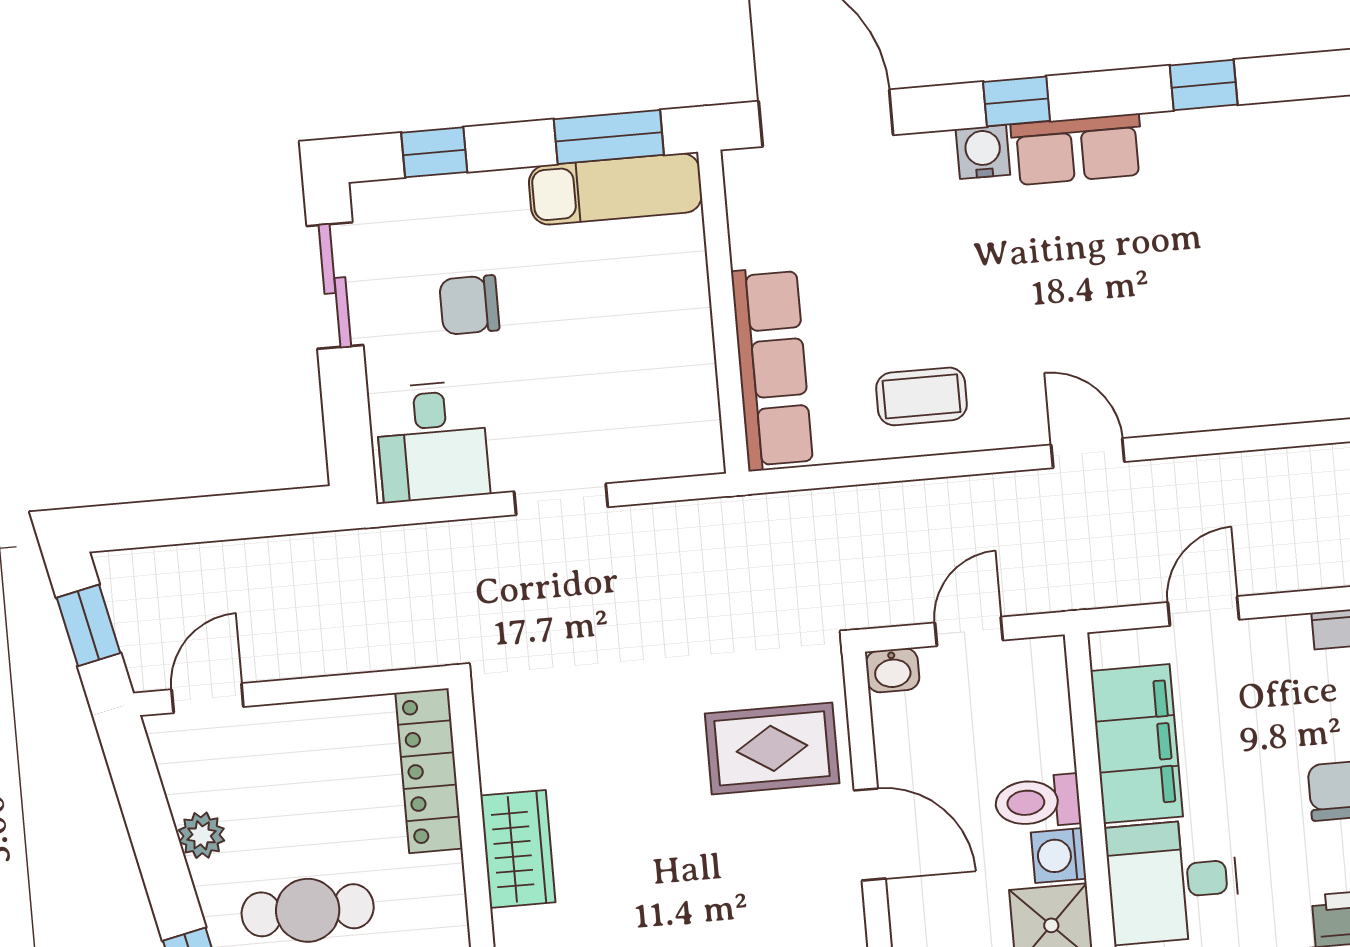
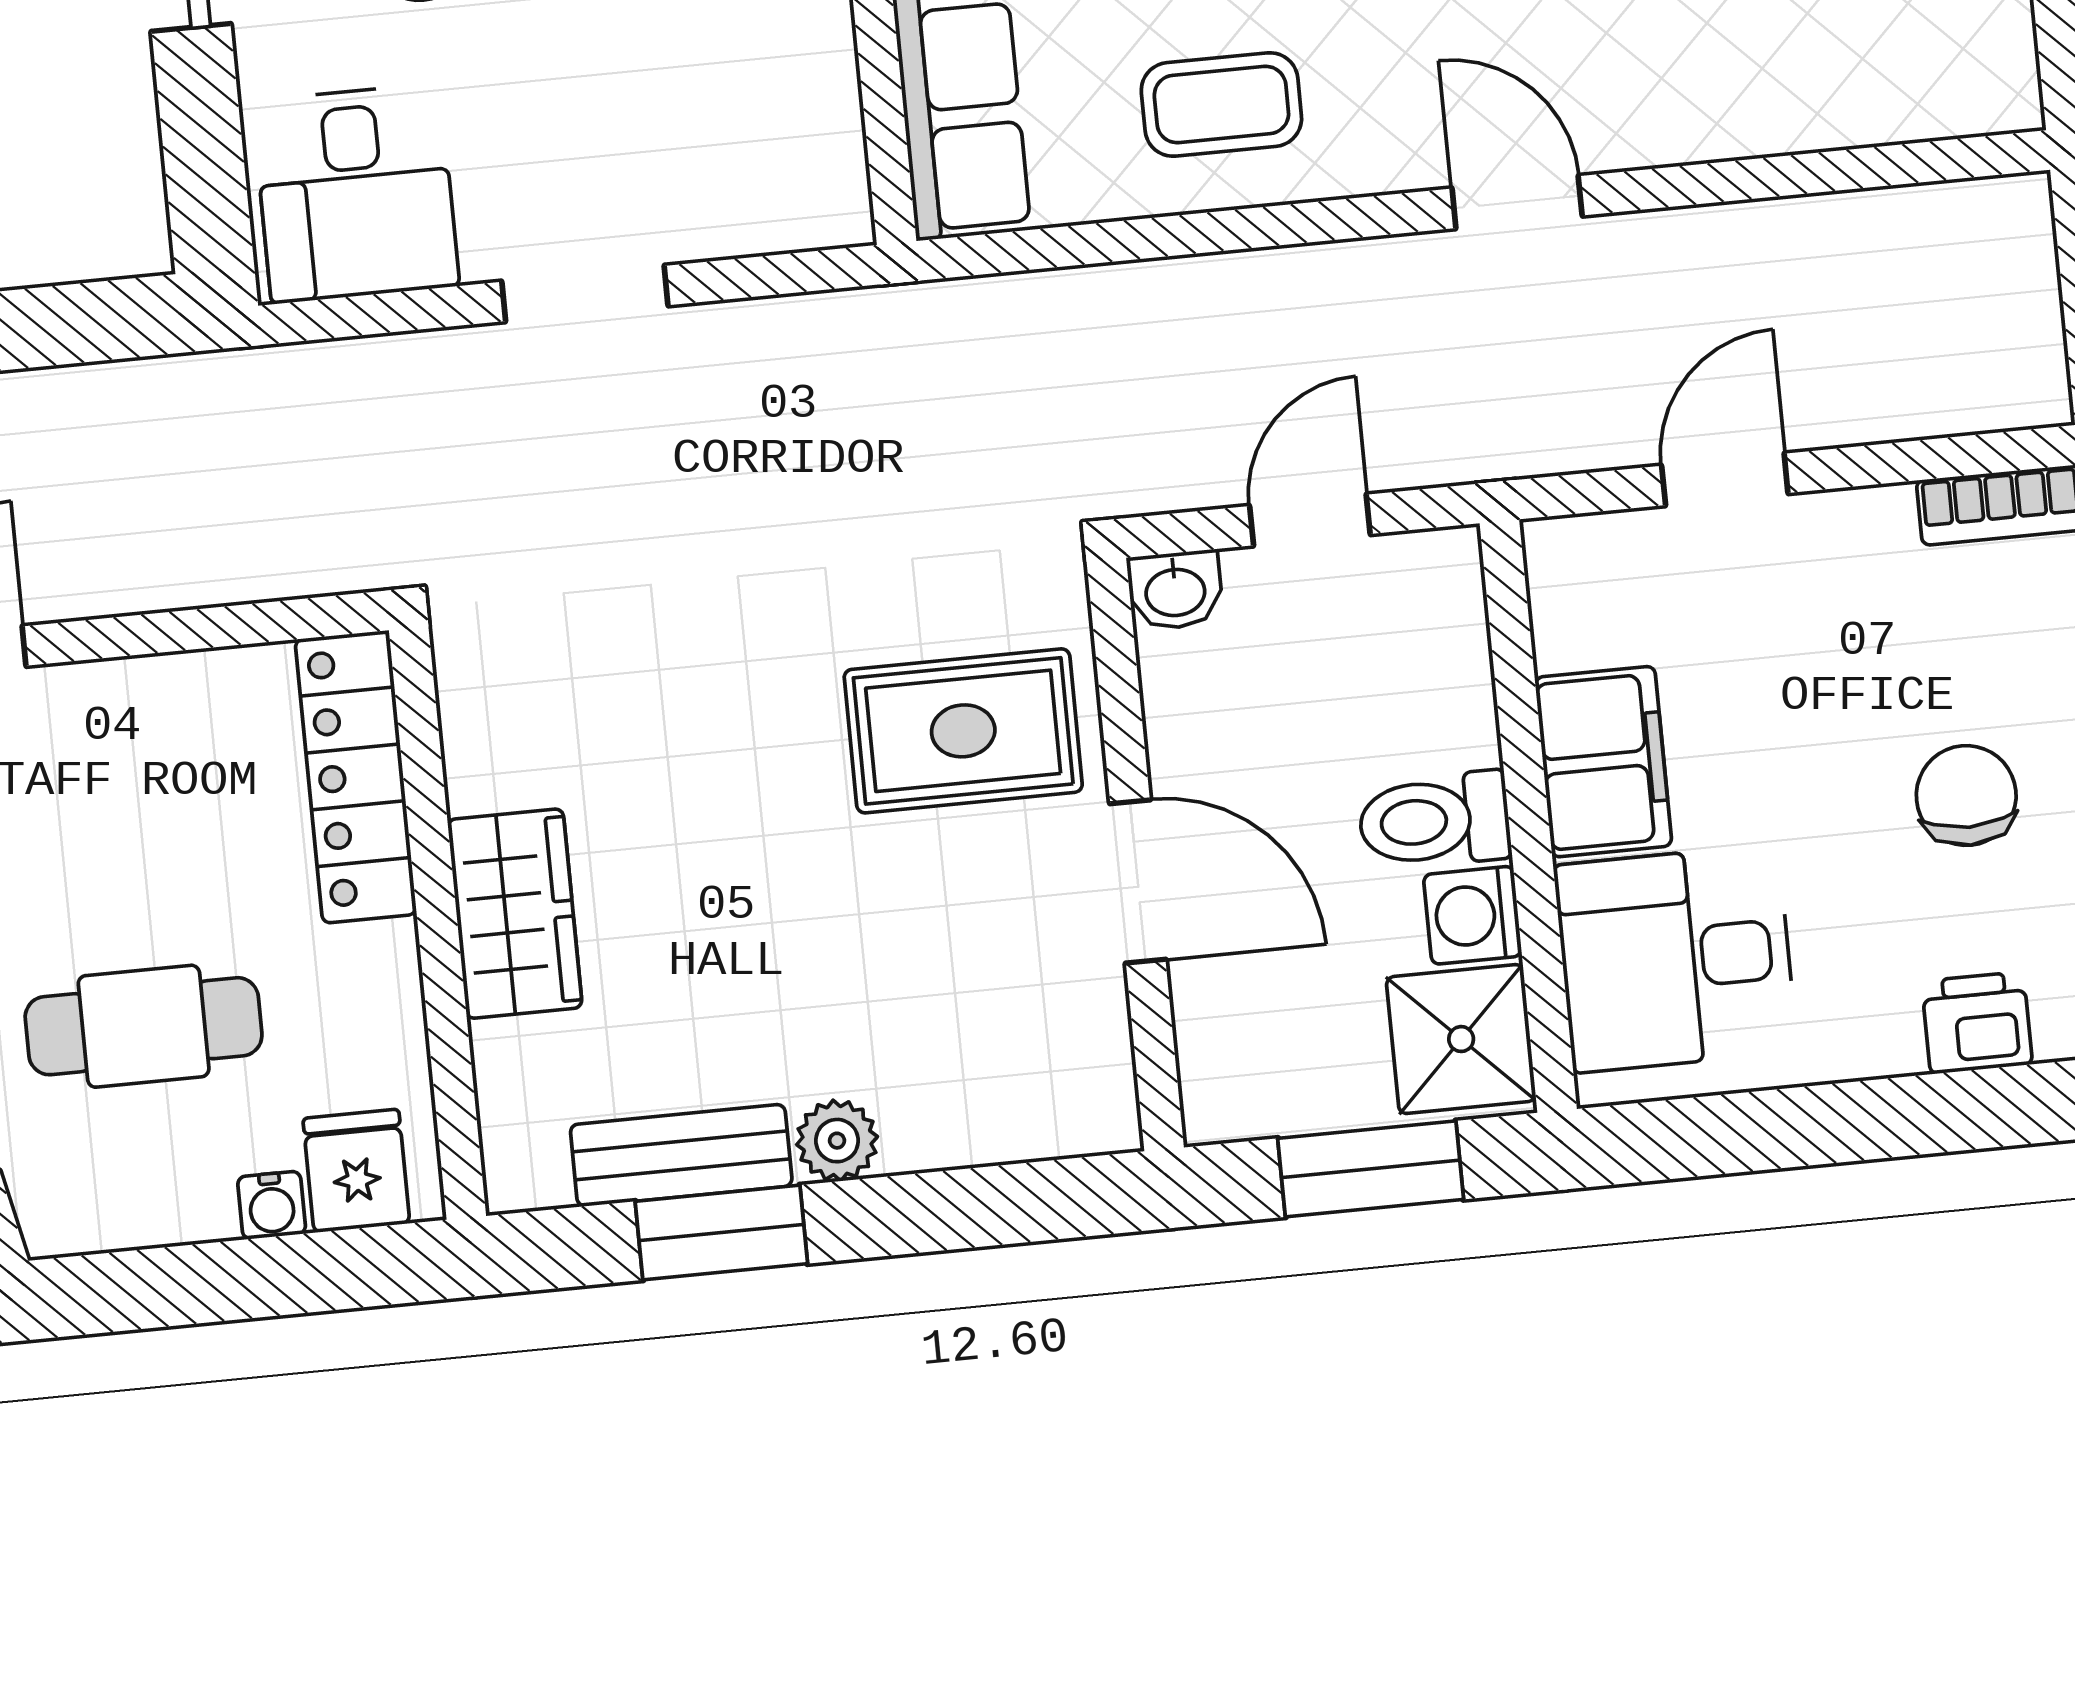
filing cabinet: (1137, 744) -> (1603, 762), width x0.67, depth x0.86

